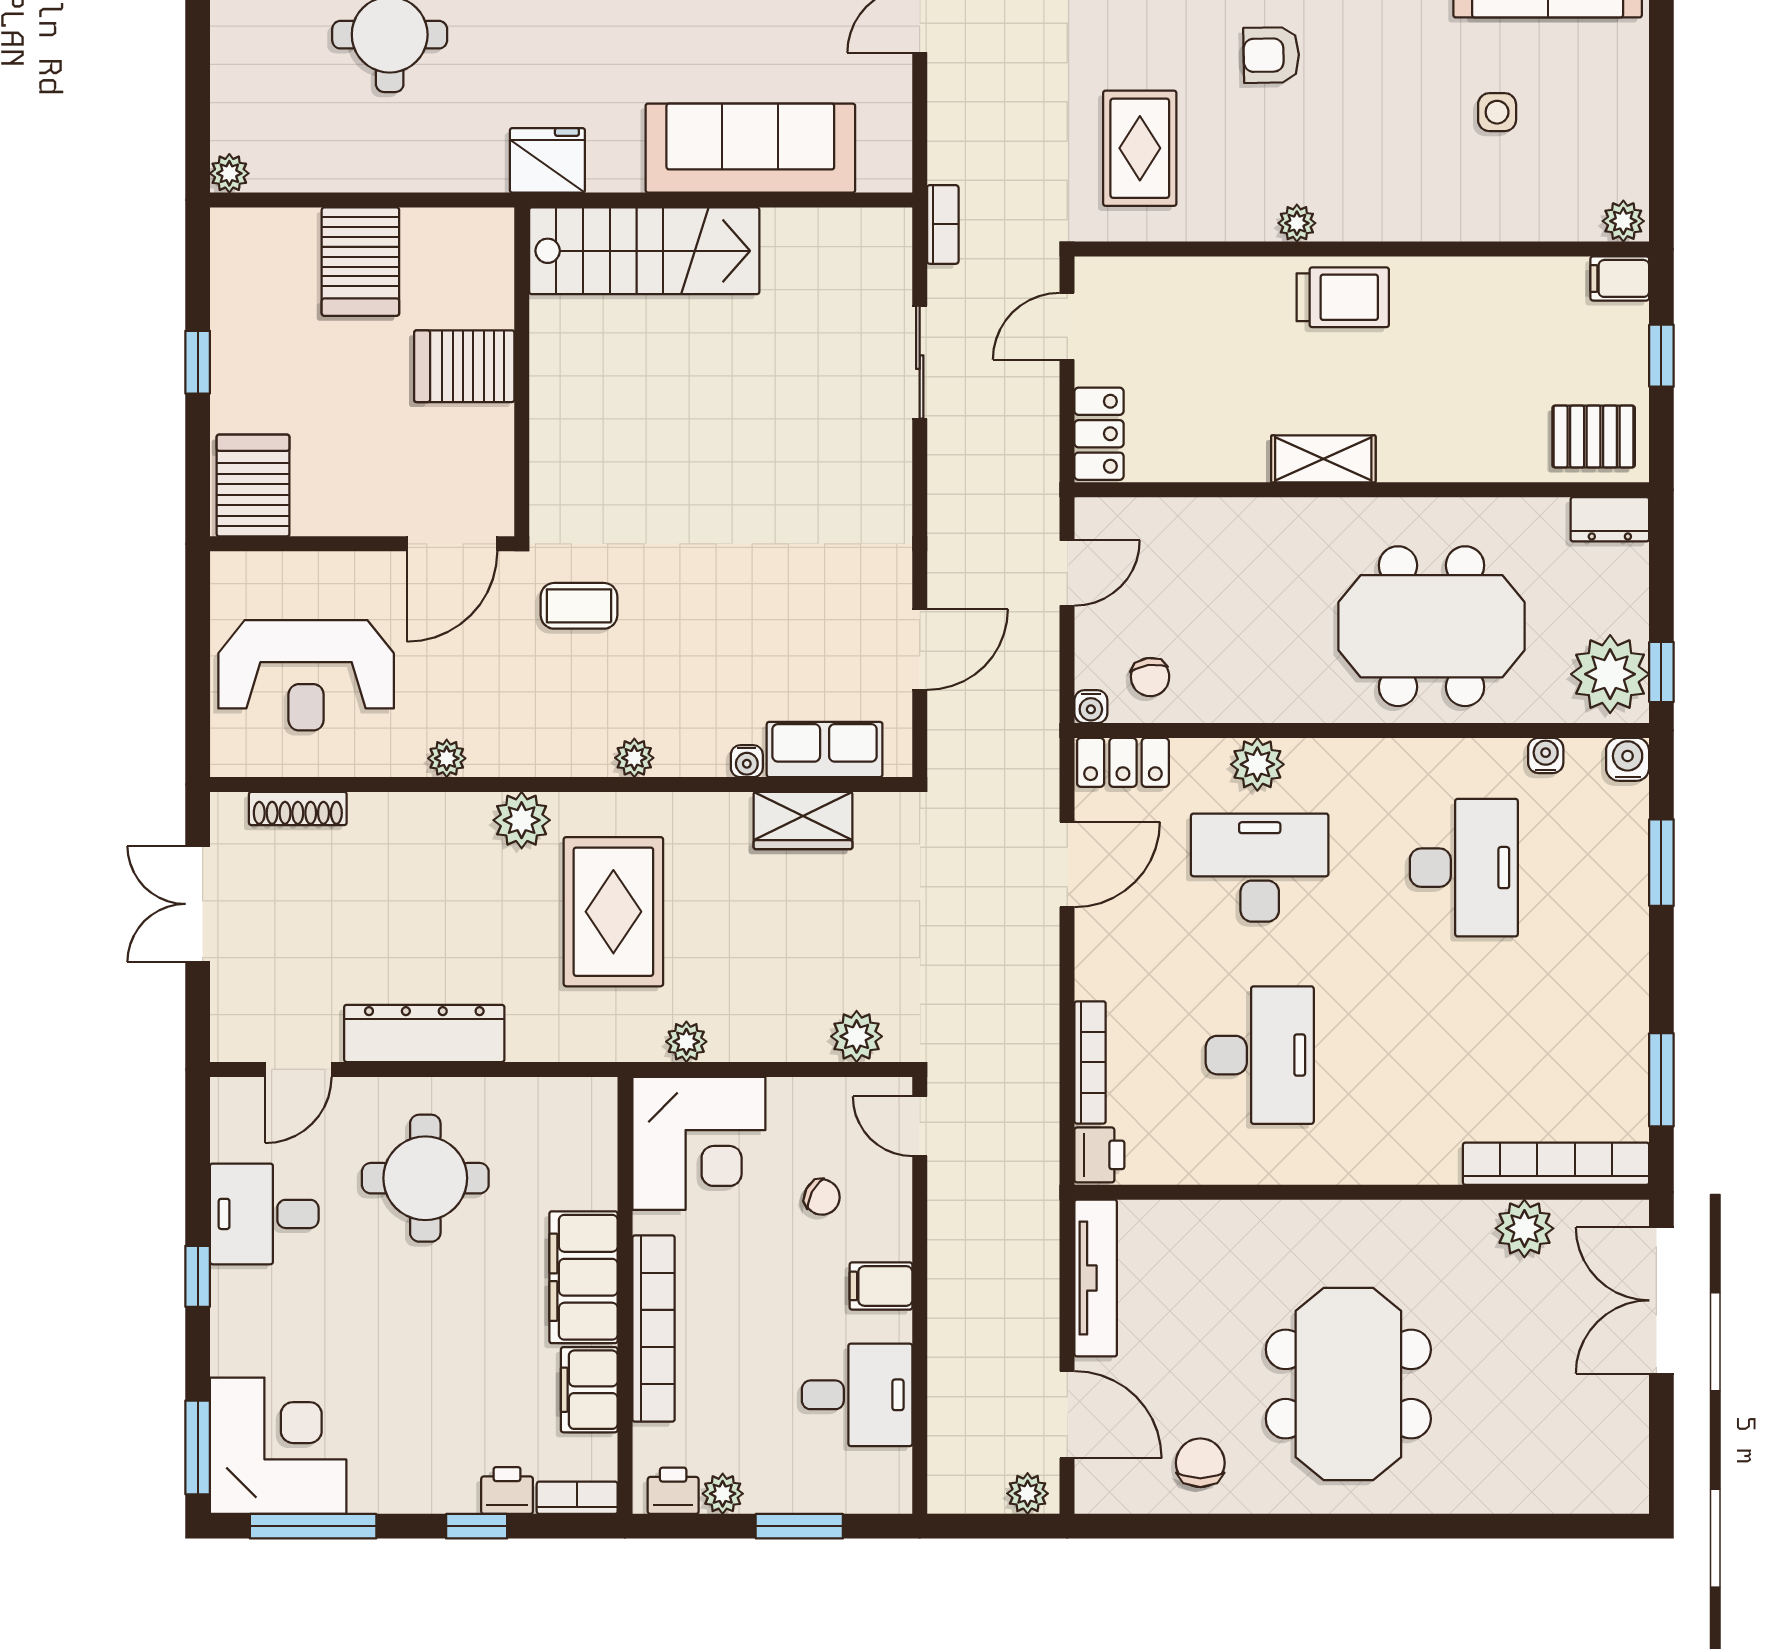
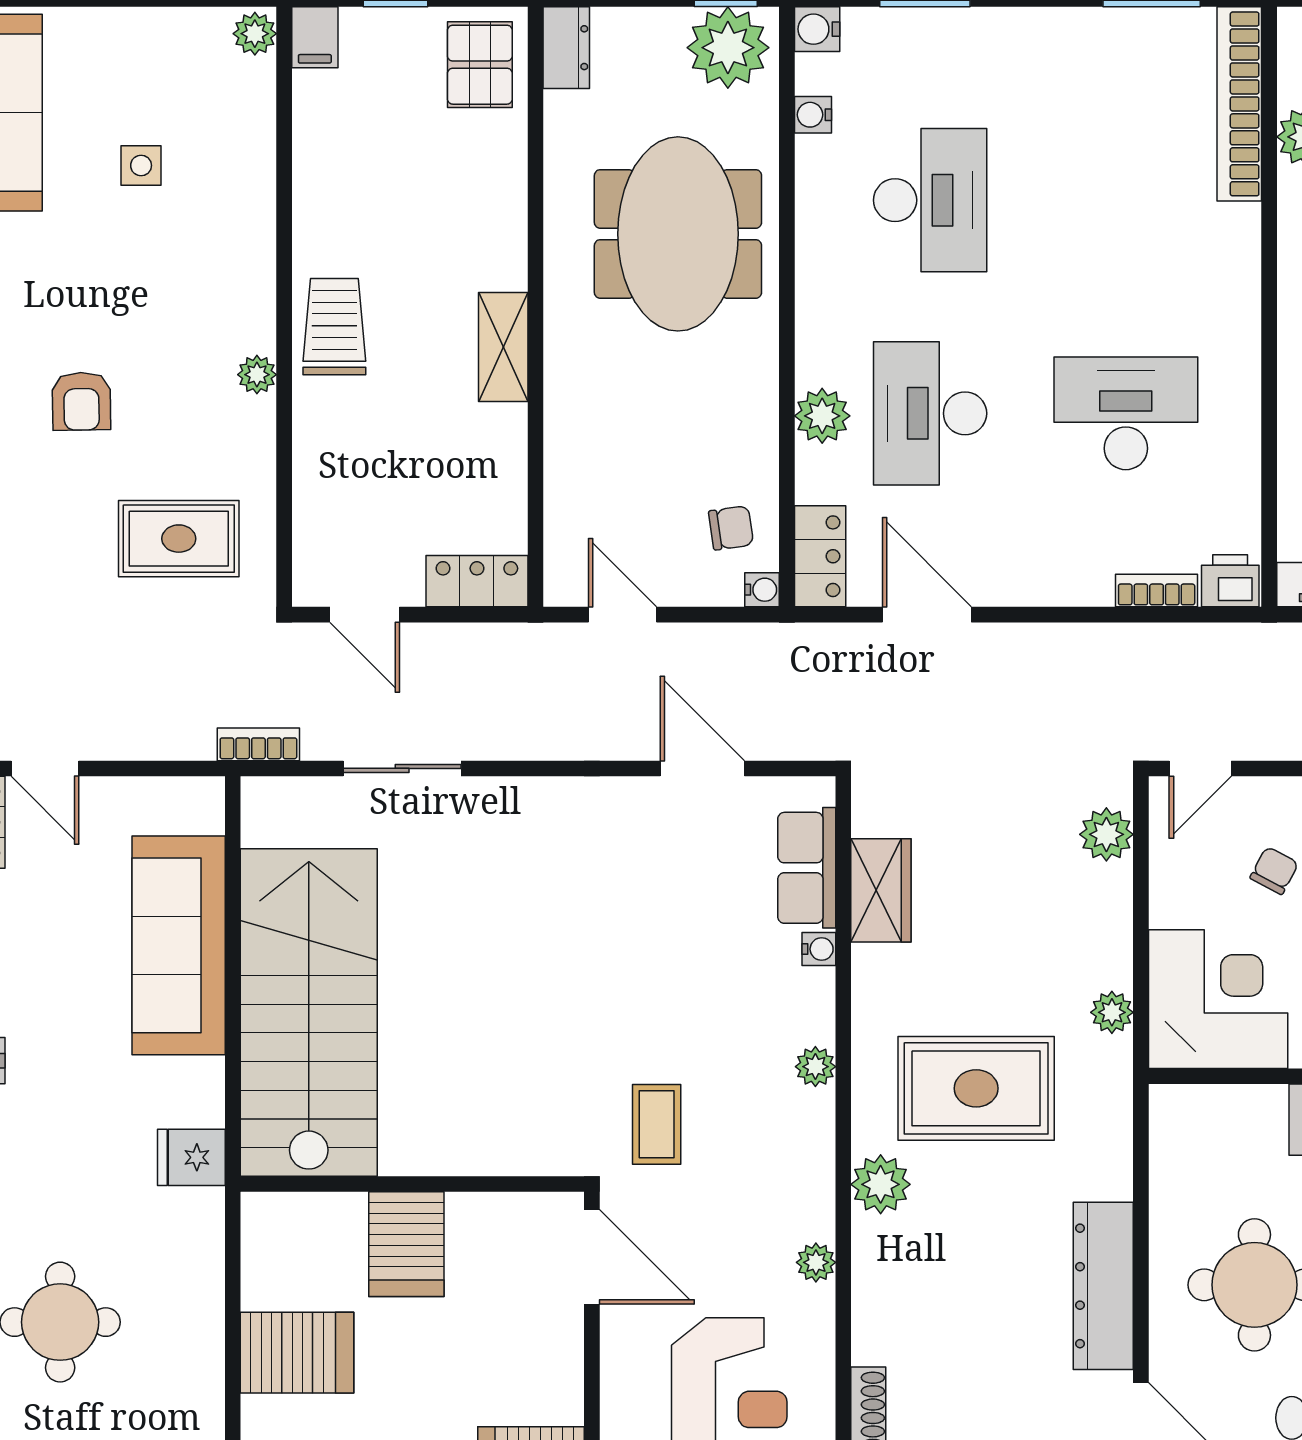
fridge: (547, 160) -> (191, 1157), width x0.72
stairs: (644, 251) -> (309, 1012), width x1.36, depth x1.51
desk: (1464, 868) -> (930, 200), turned 90
bookcase: (1090, 1062) -> (1157, 591), width x0.64

